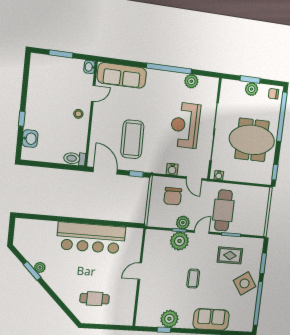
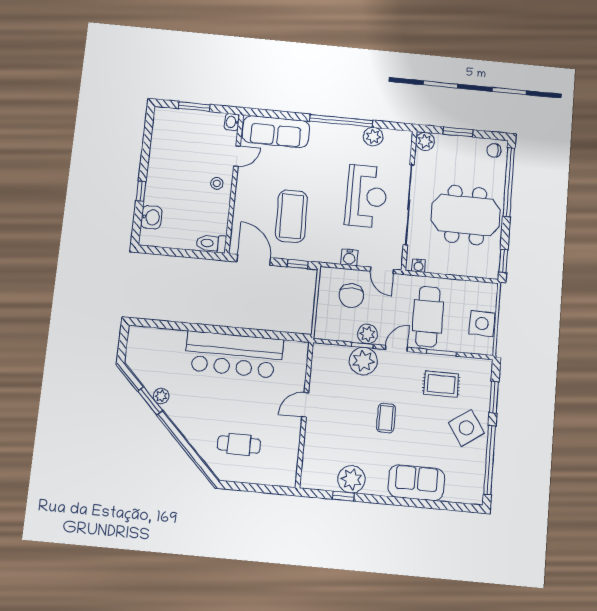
plant: (252, 89) -> (425, 141), moved
reception desk: (185, 125) -> (366, 196), turned 180
side table: (258, 215) -> (482, 324), added

